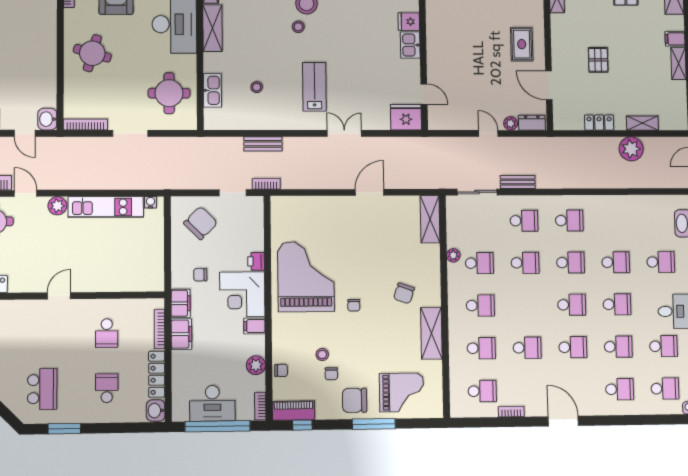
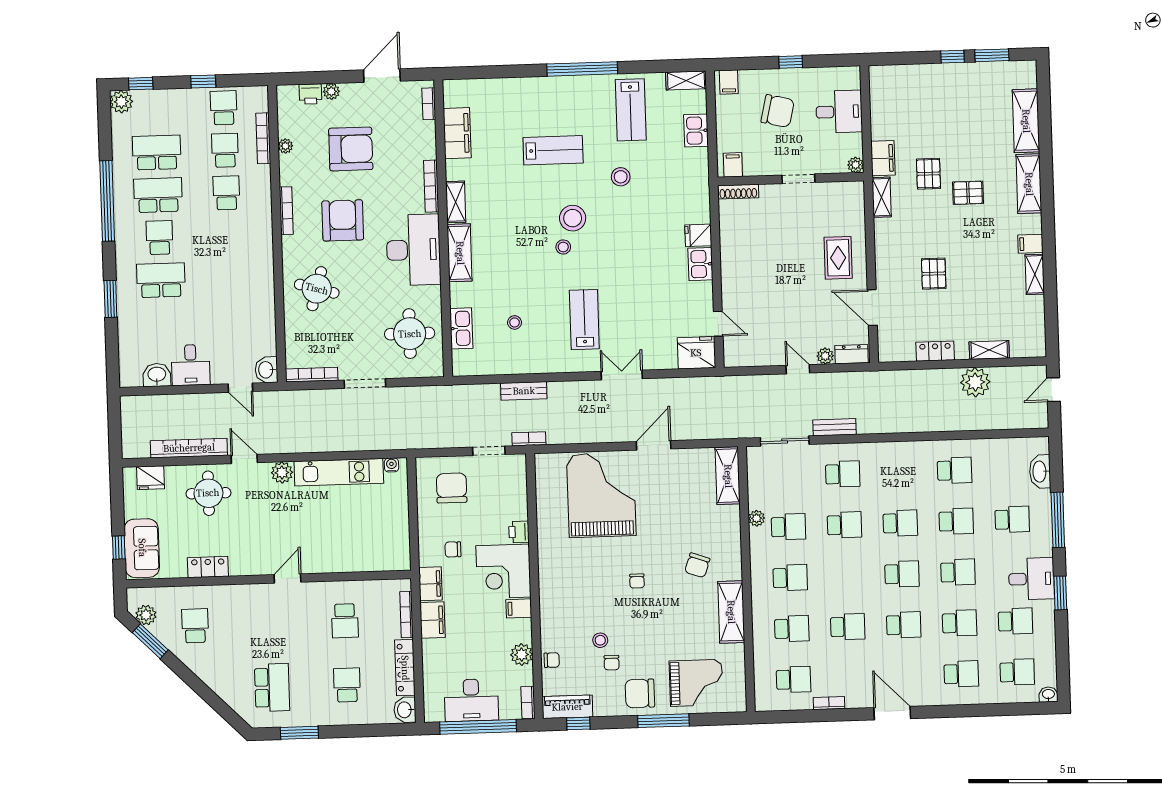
school desk: (569, 221) -> (954, 470), moved
chair: (201, 223) -> (452, 488), turned -45
grand piano: (306, 277) -> (601, 495), moved

